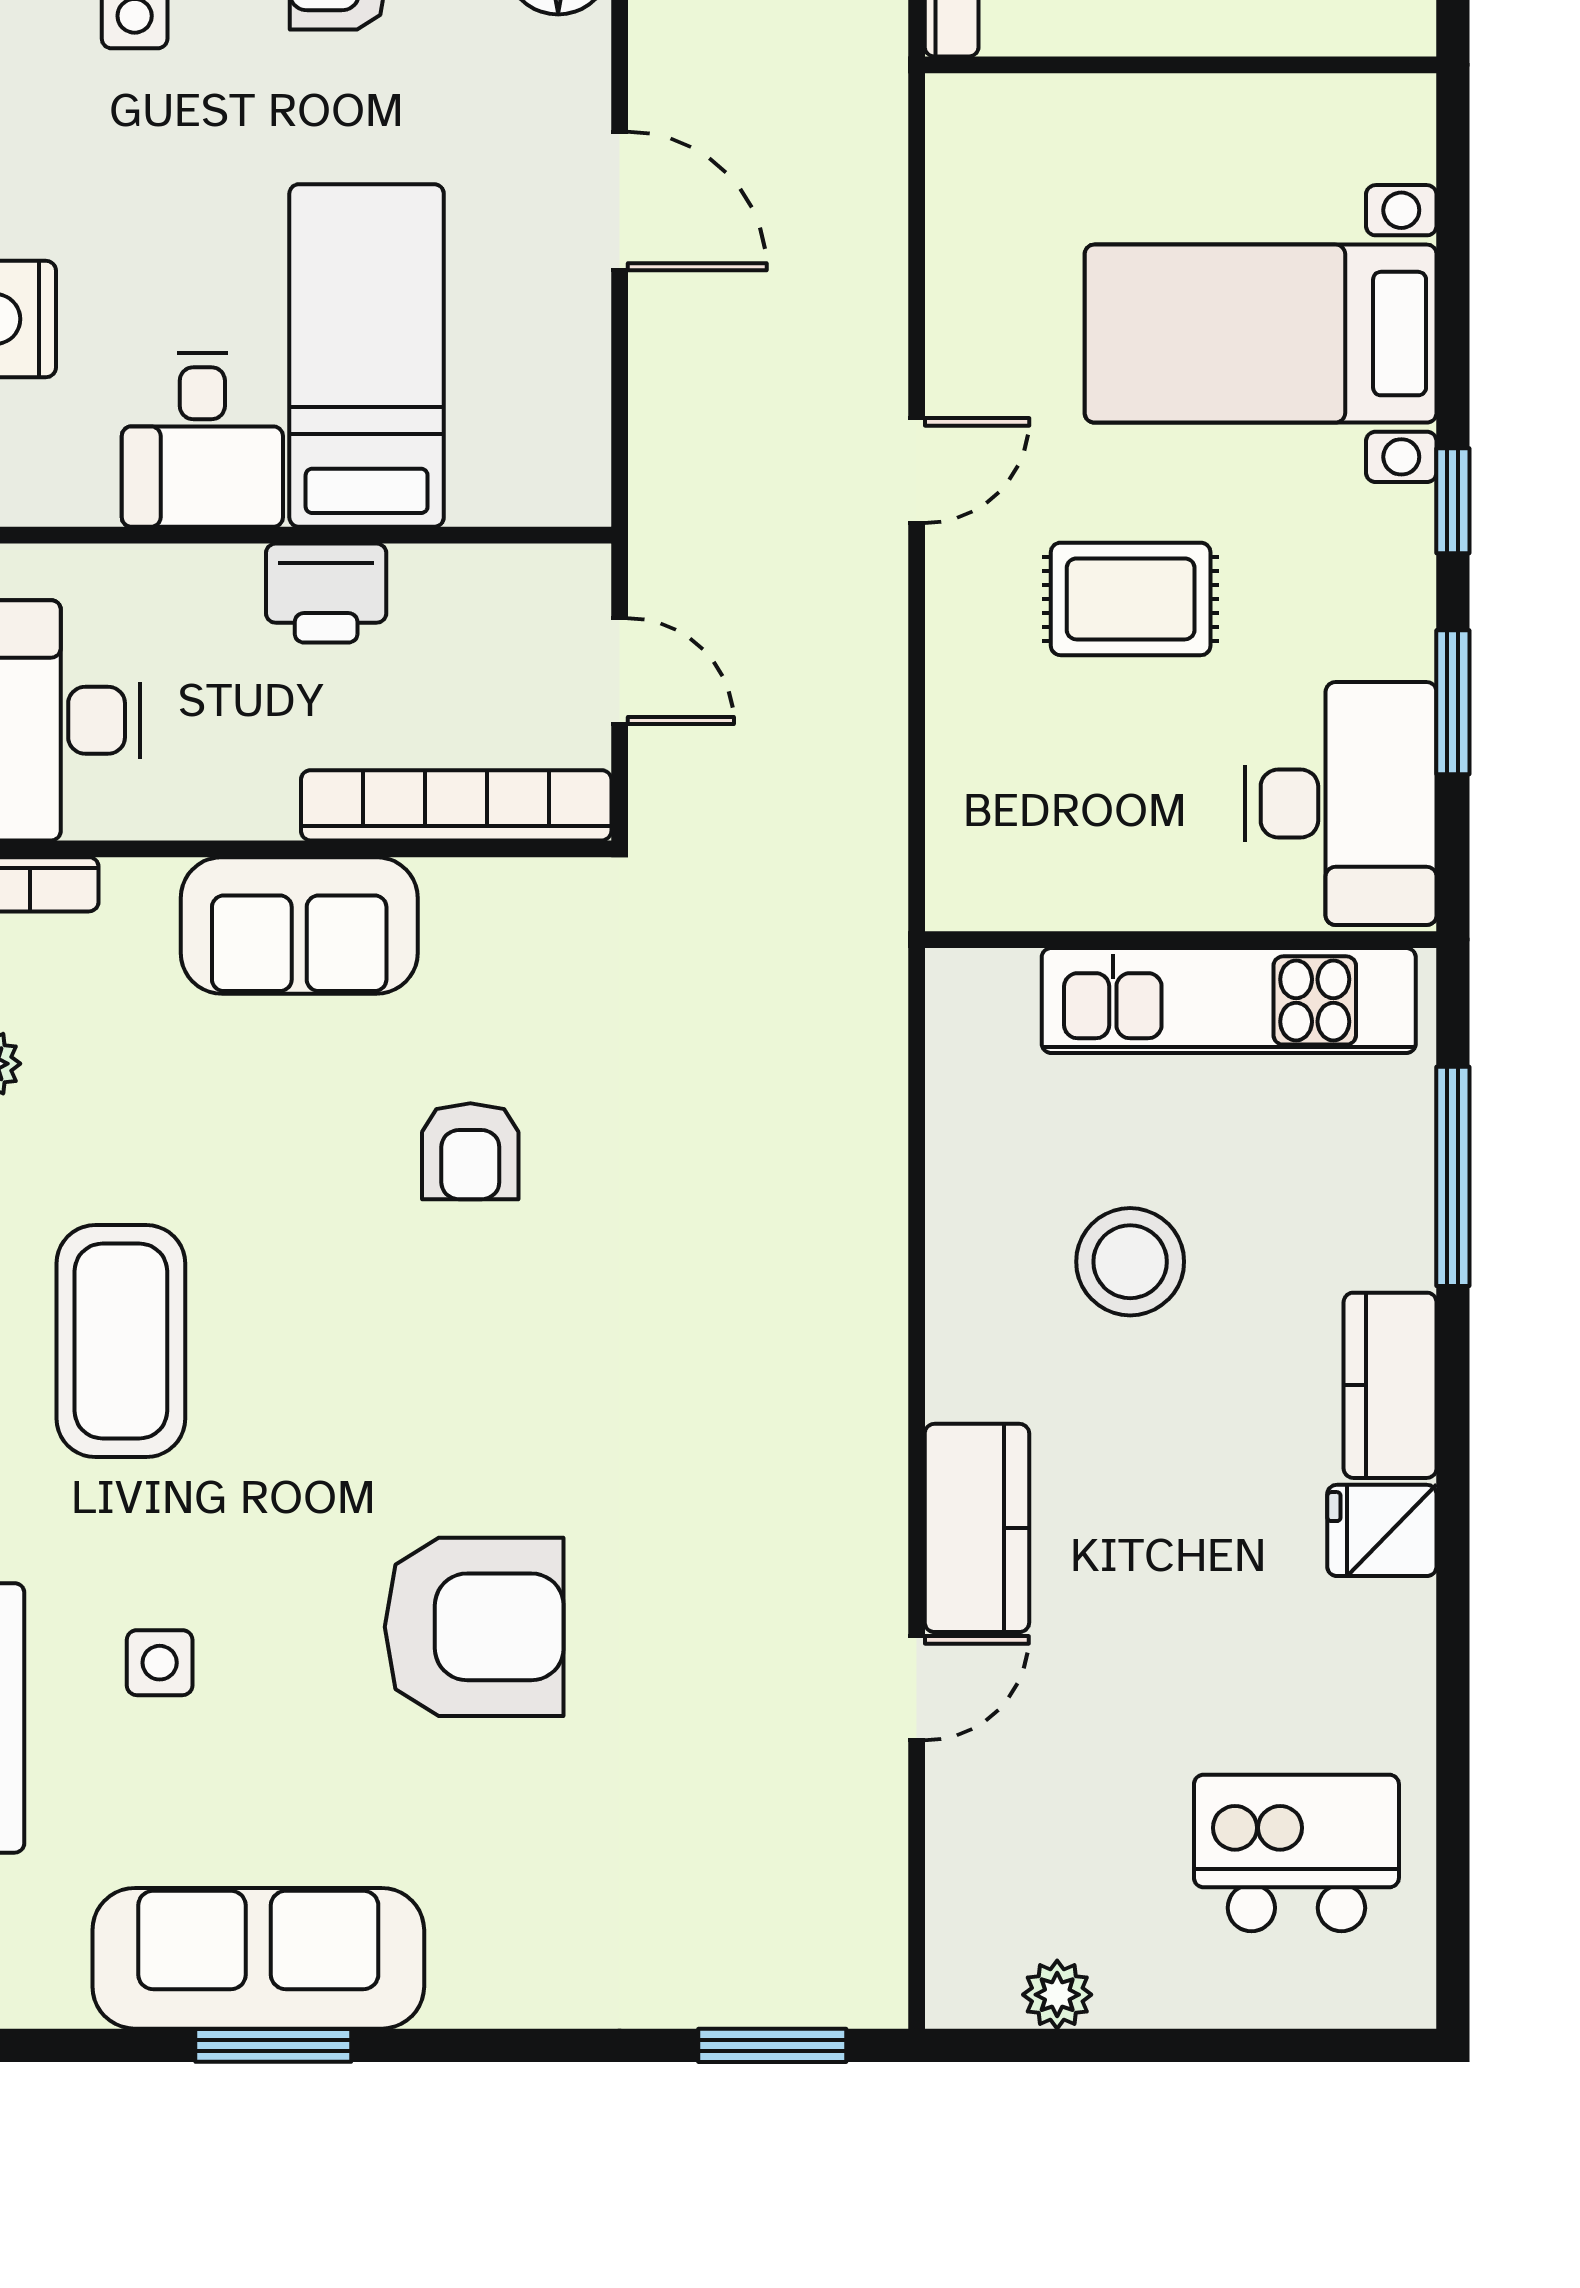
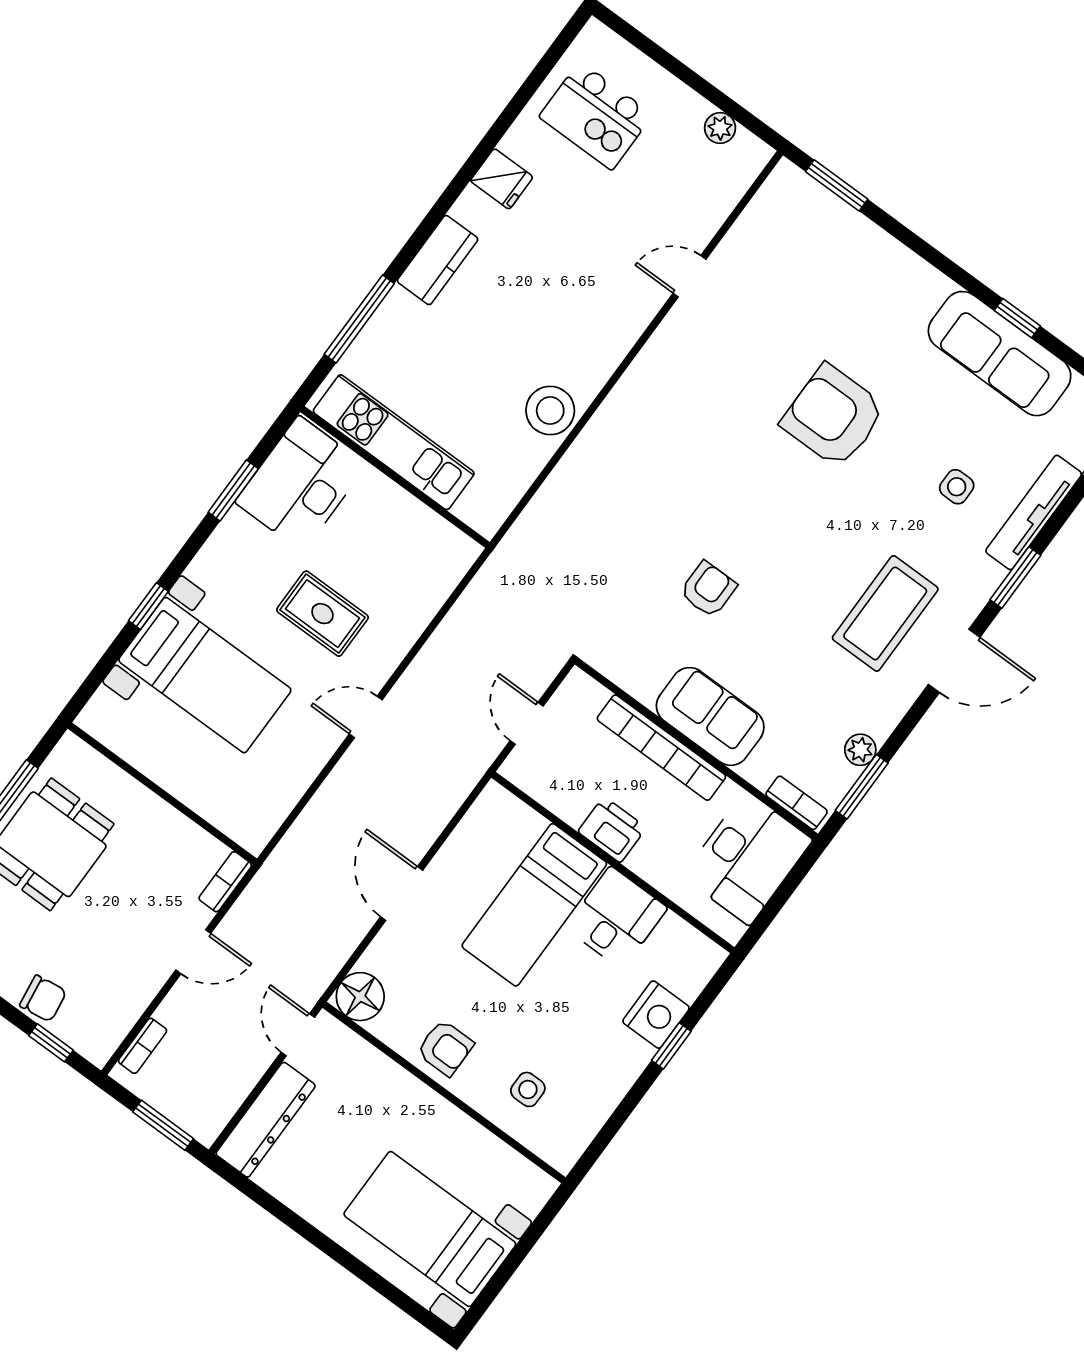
window: (1453, 501) -> (148, 606), moved
bookcase: (456, 805) -> (661, 748), moved
stool: (1130, 1262) -> (550, 411), moved
kitchen counter: (977, 1528) -> (625, 318), removed
fridge: (1382, 1530) -> (502, 179), moved
window: (273, 2045) -> (1017, 318), width x0.67

